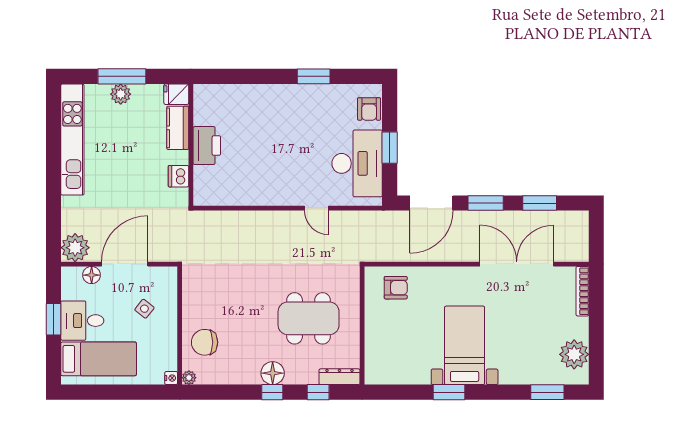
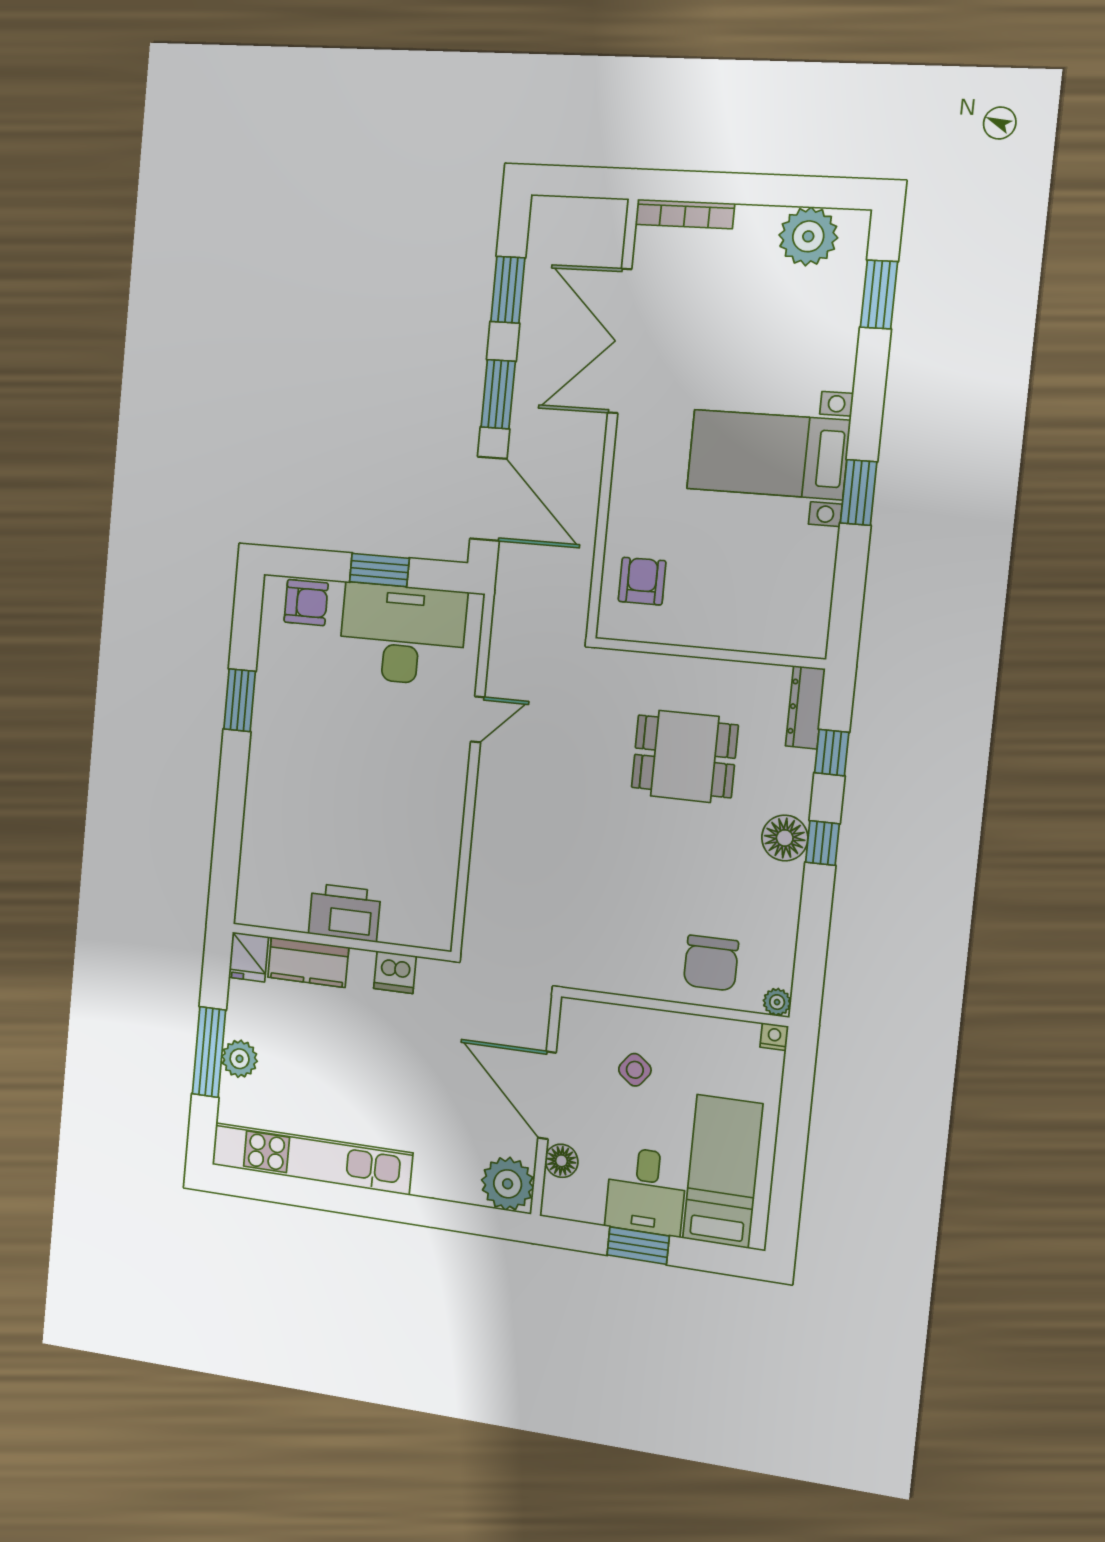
dining table: (309, 318) -> (685, 756), width x0.73

